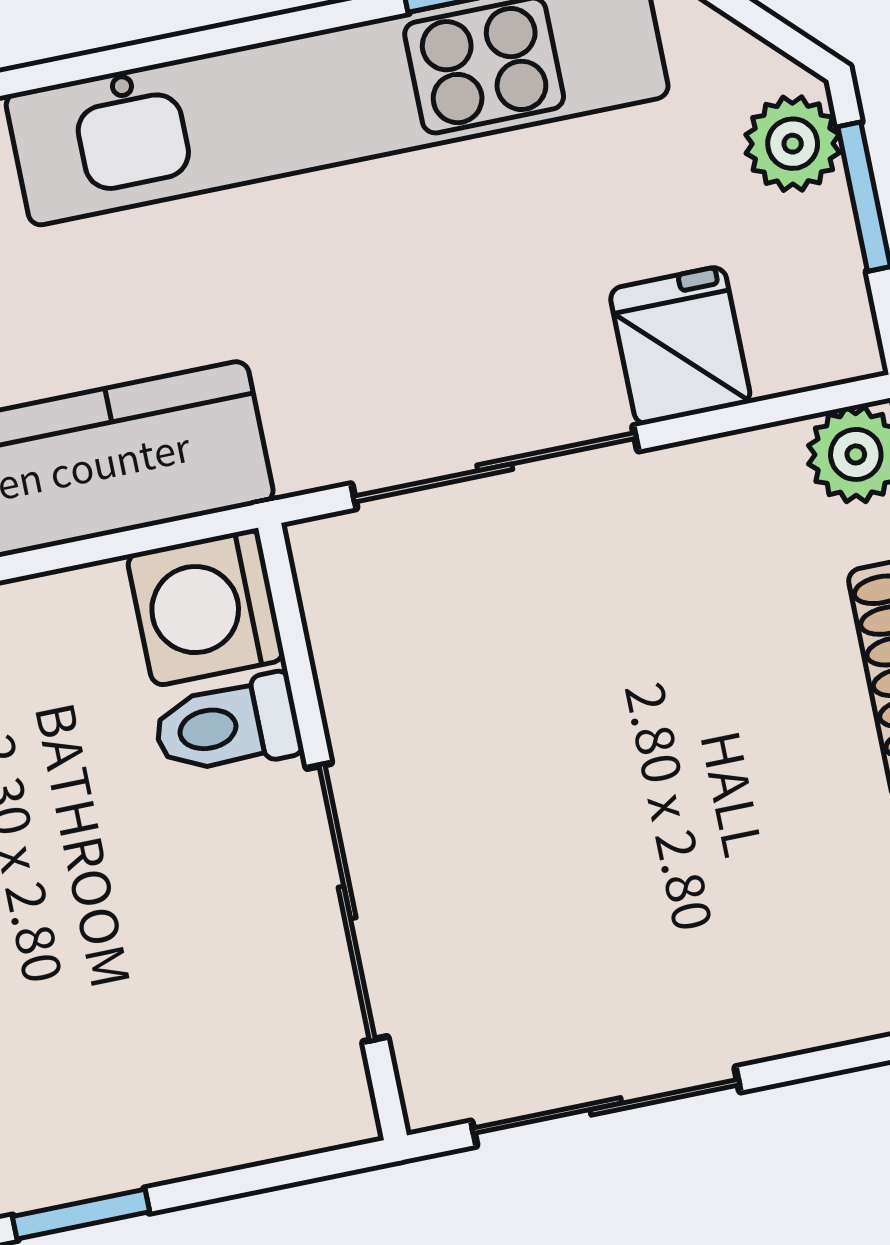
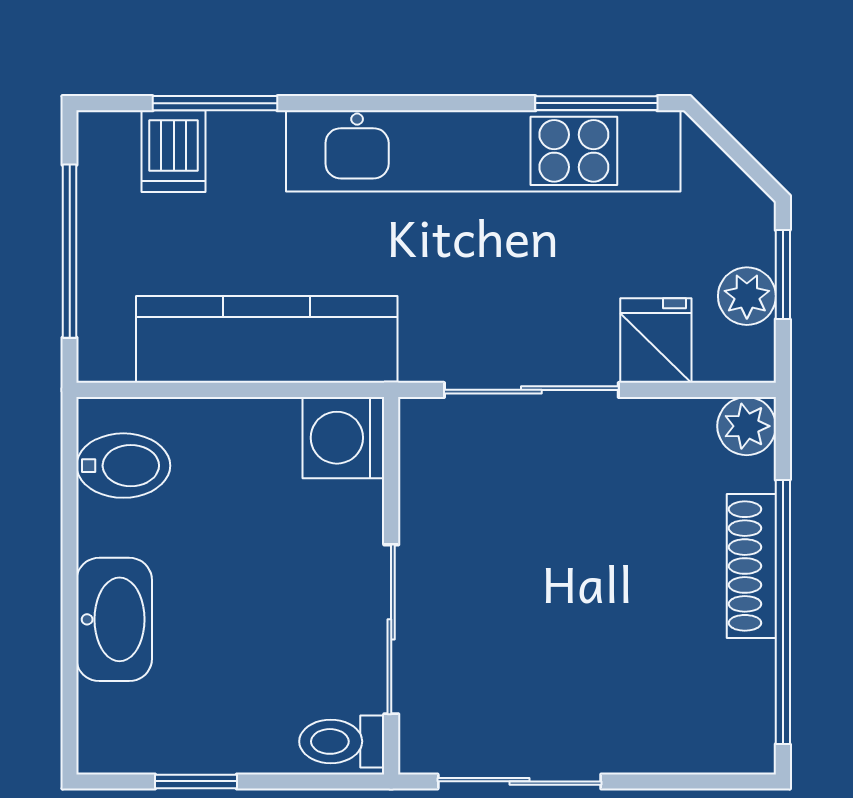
plant: (793, 144) -> (747, 296), moved
toilet: (227, 725) -> (342, 741), moved

